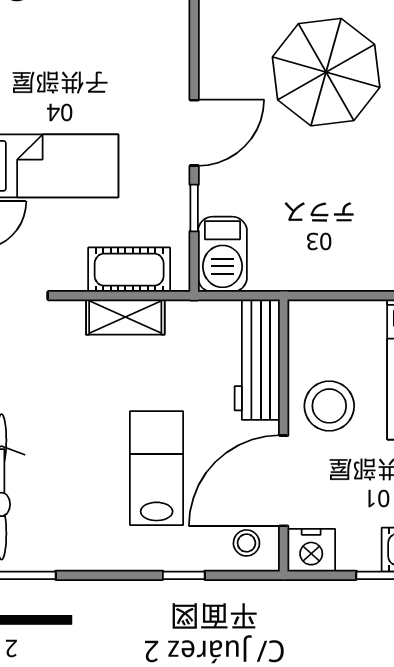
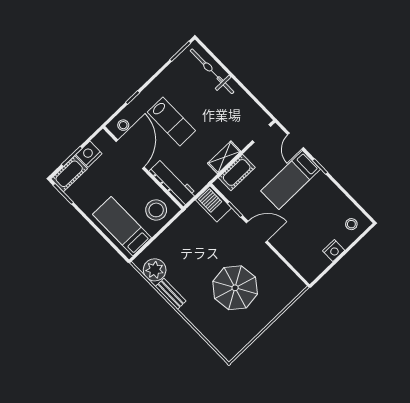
door: (194, 133) -> (257, 232), swing flipped
stool: (329, 406) -> (156, 210), moved
nightstand: (311, 550) -> (89, 154), moved

